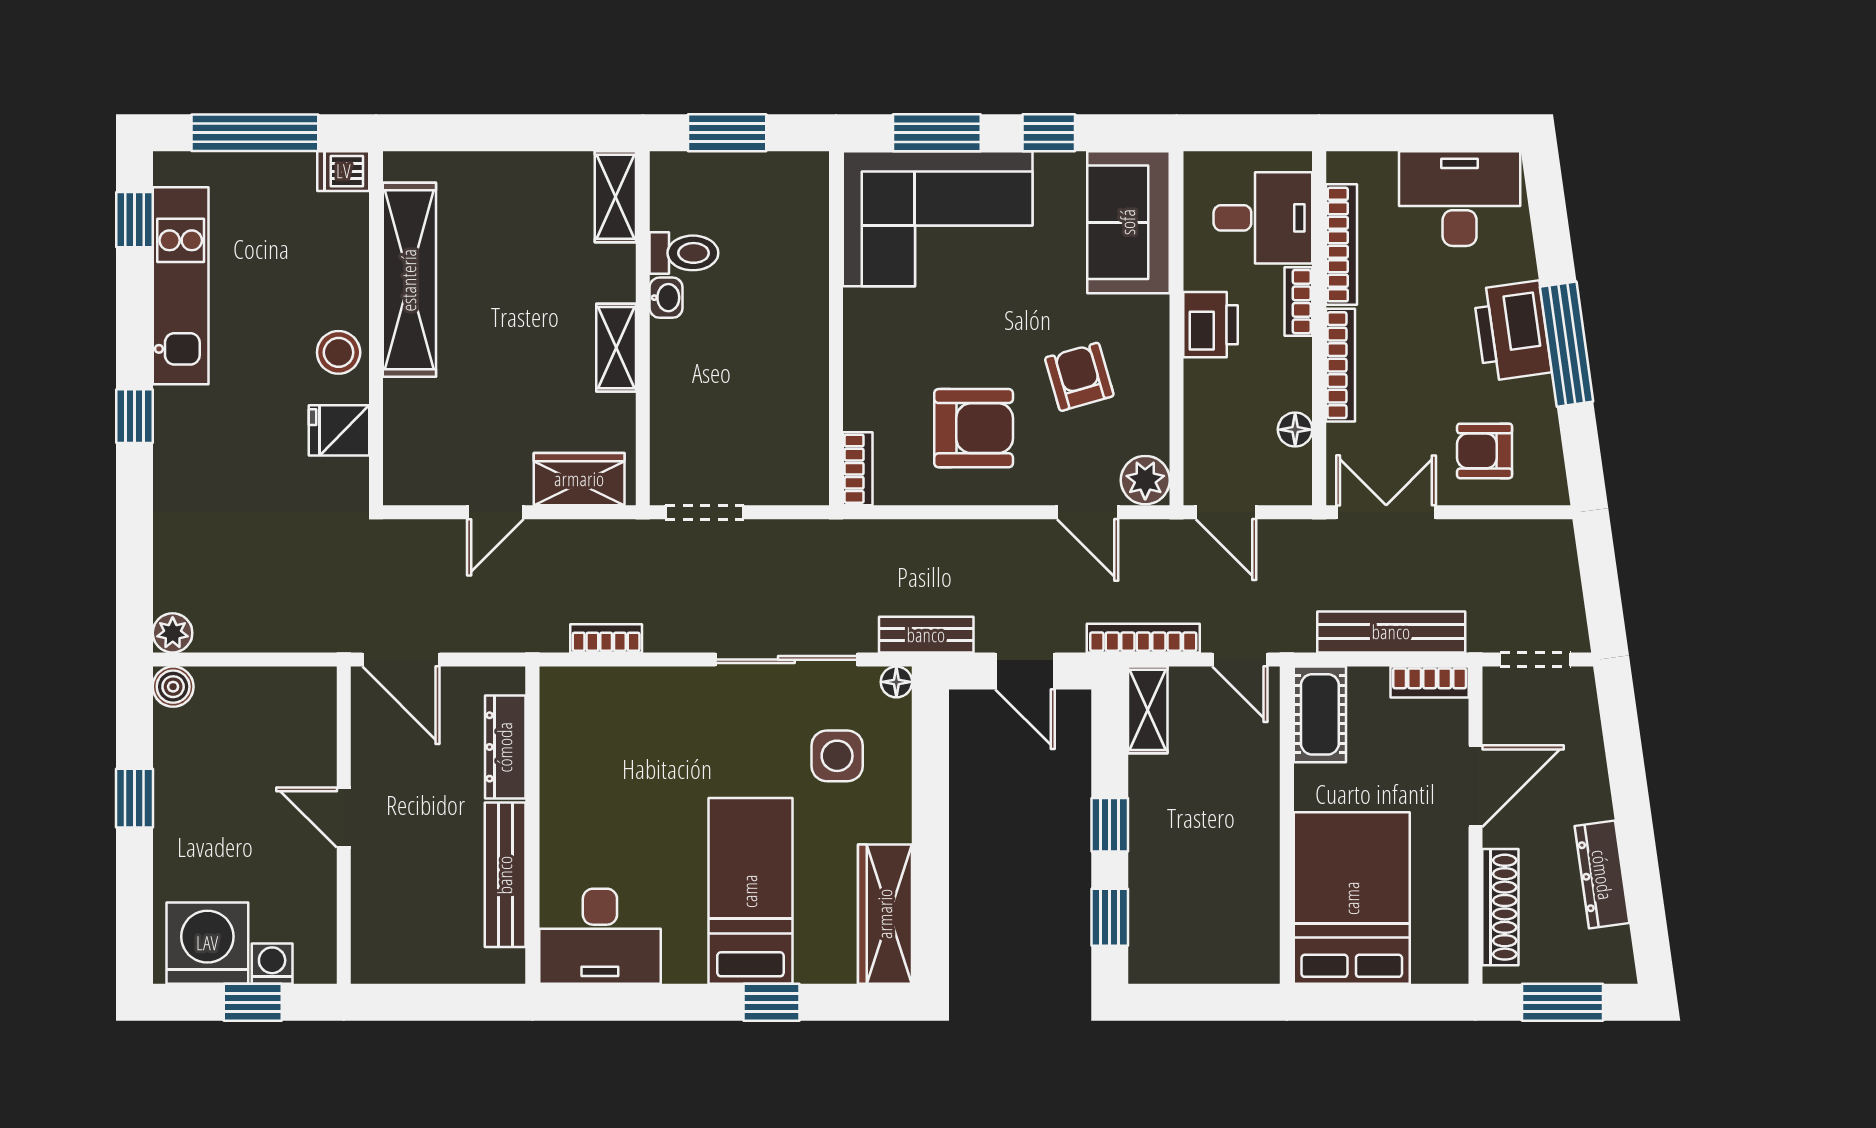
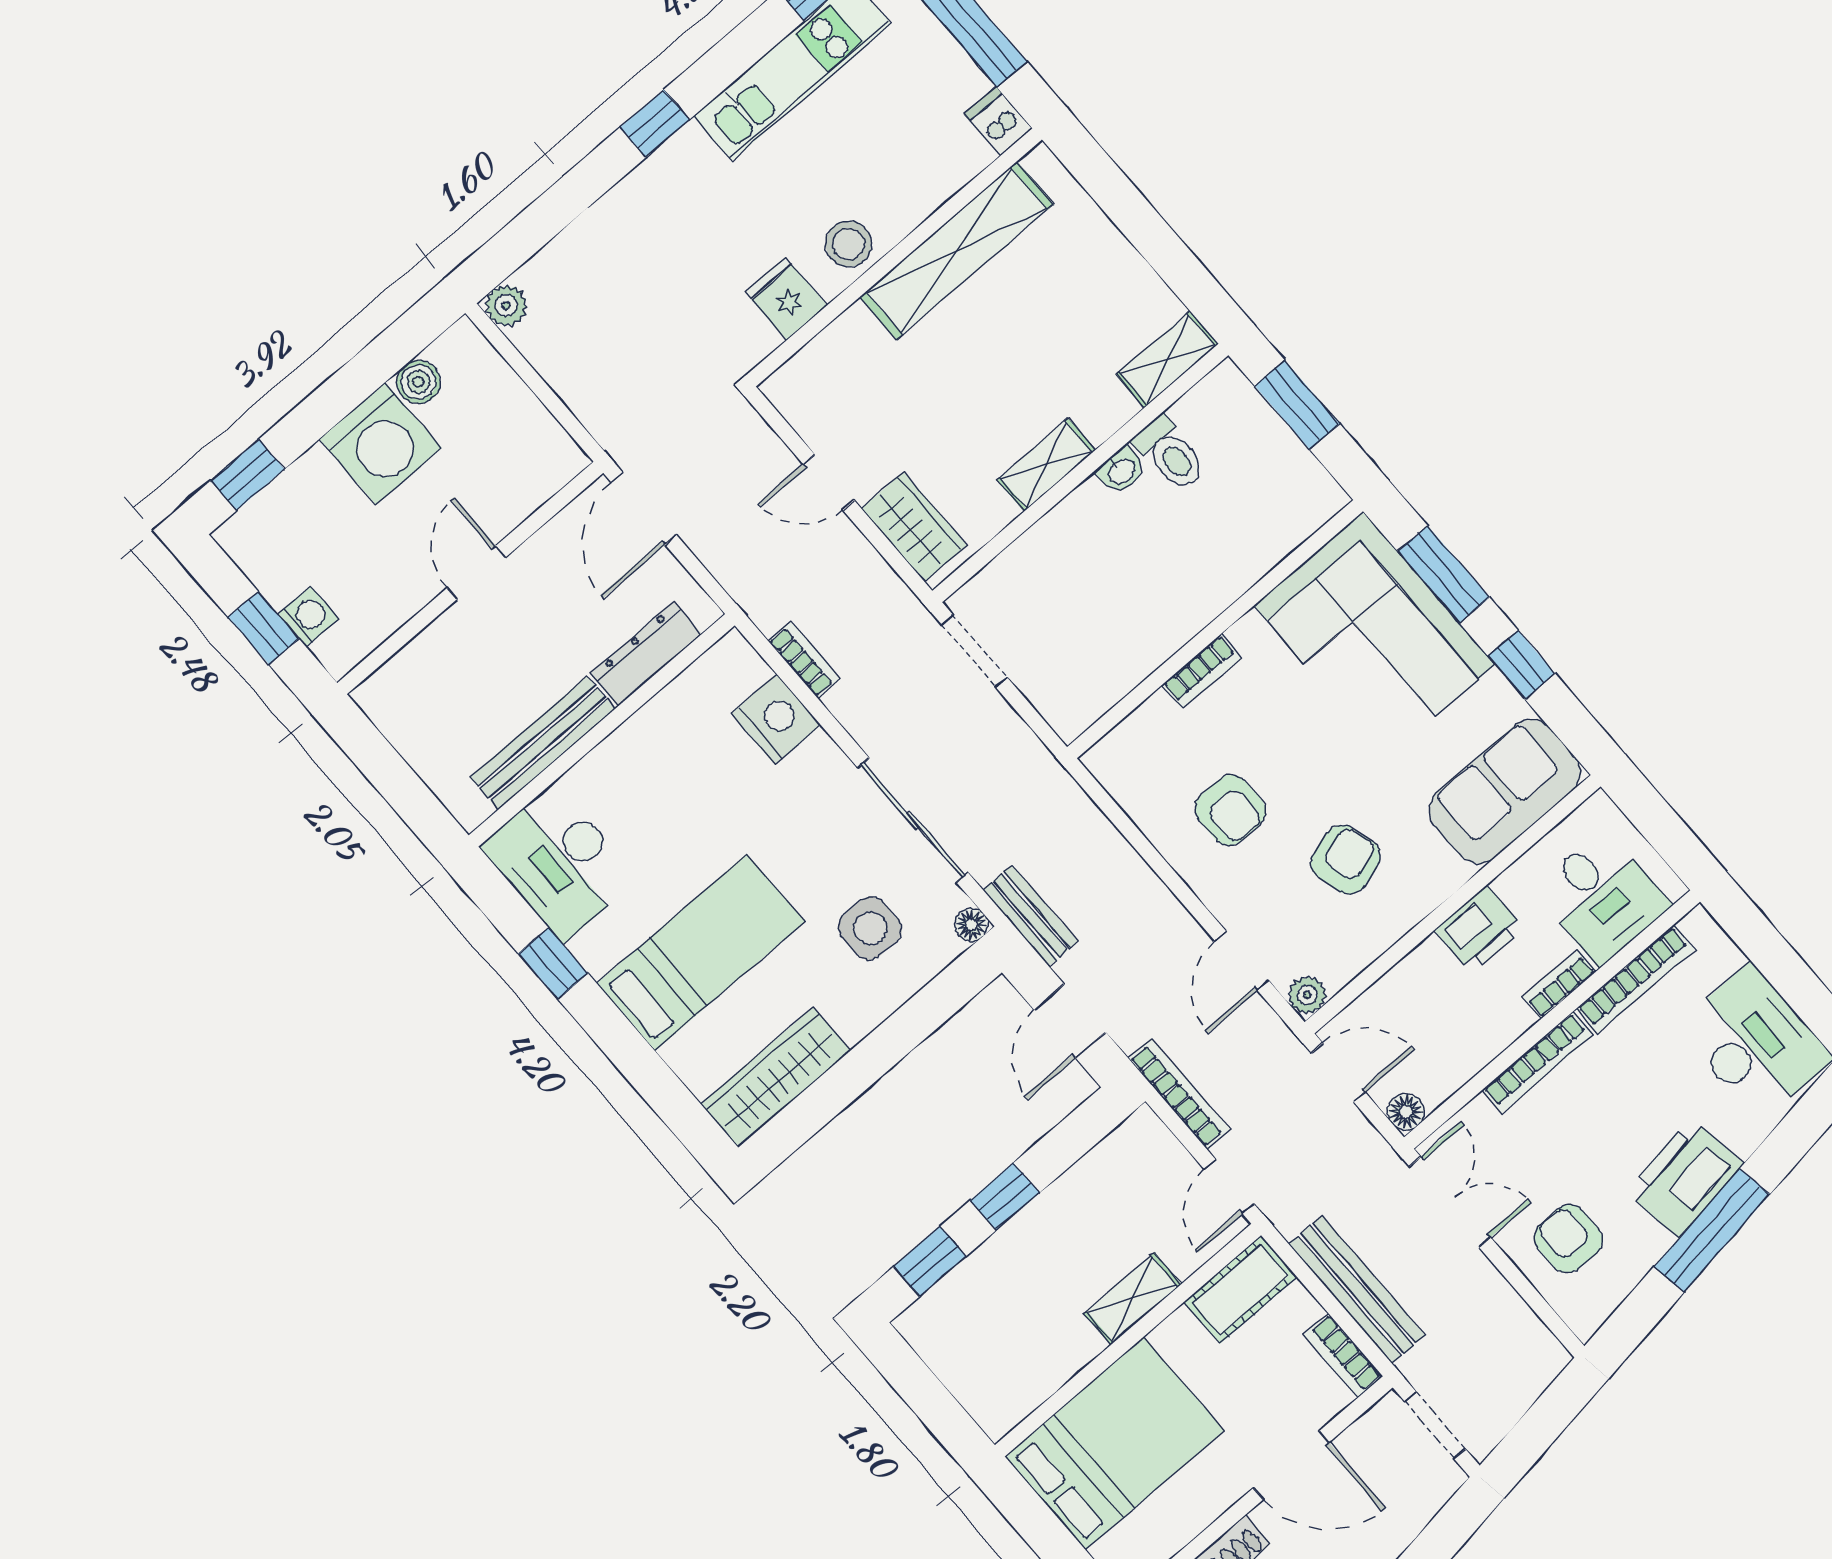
armchair: (974, 428) -> (1230, 810), width x0.72, depth x0.72
floor lamp: (1295, 430) -> (1406, 1112), moved
bookcase: (858, 469) -> (1202, 671), moved
plant: (1145, 480) -> (1307, 995), width x0.73, depth x0.73
door: (1226, 512) -> (1338, 1073), swing flipped
boiler: (173, 687) -> (418, 382), moved
nightstand: (631, 695) -> (776, 719), added
shelving: (1148, 710) -> (1133, 1299), moved
window: (134, 798) -> (248, 475), moved
washing machine: (207, 943) -> (381, 444), moved, turned 90
window: (771, 1002) -> (553, 963), moved

